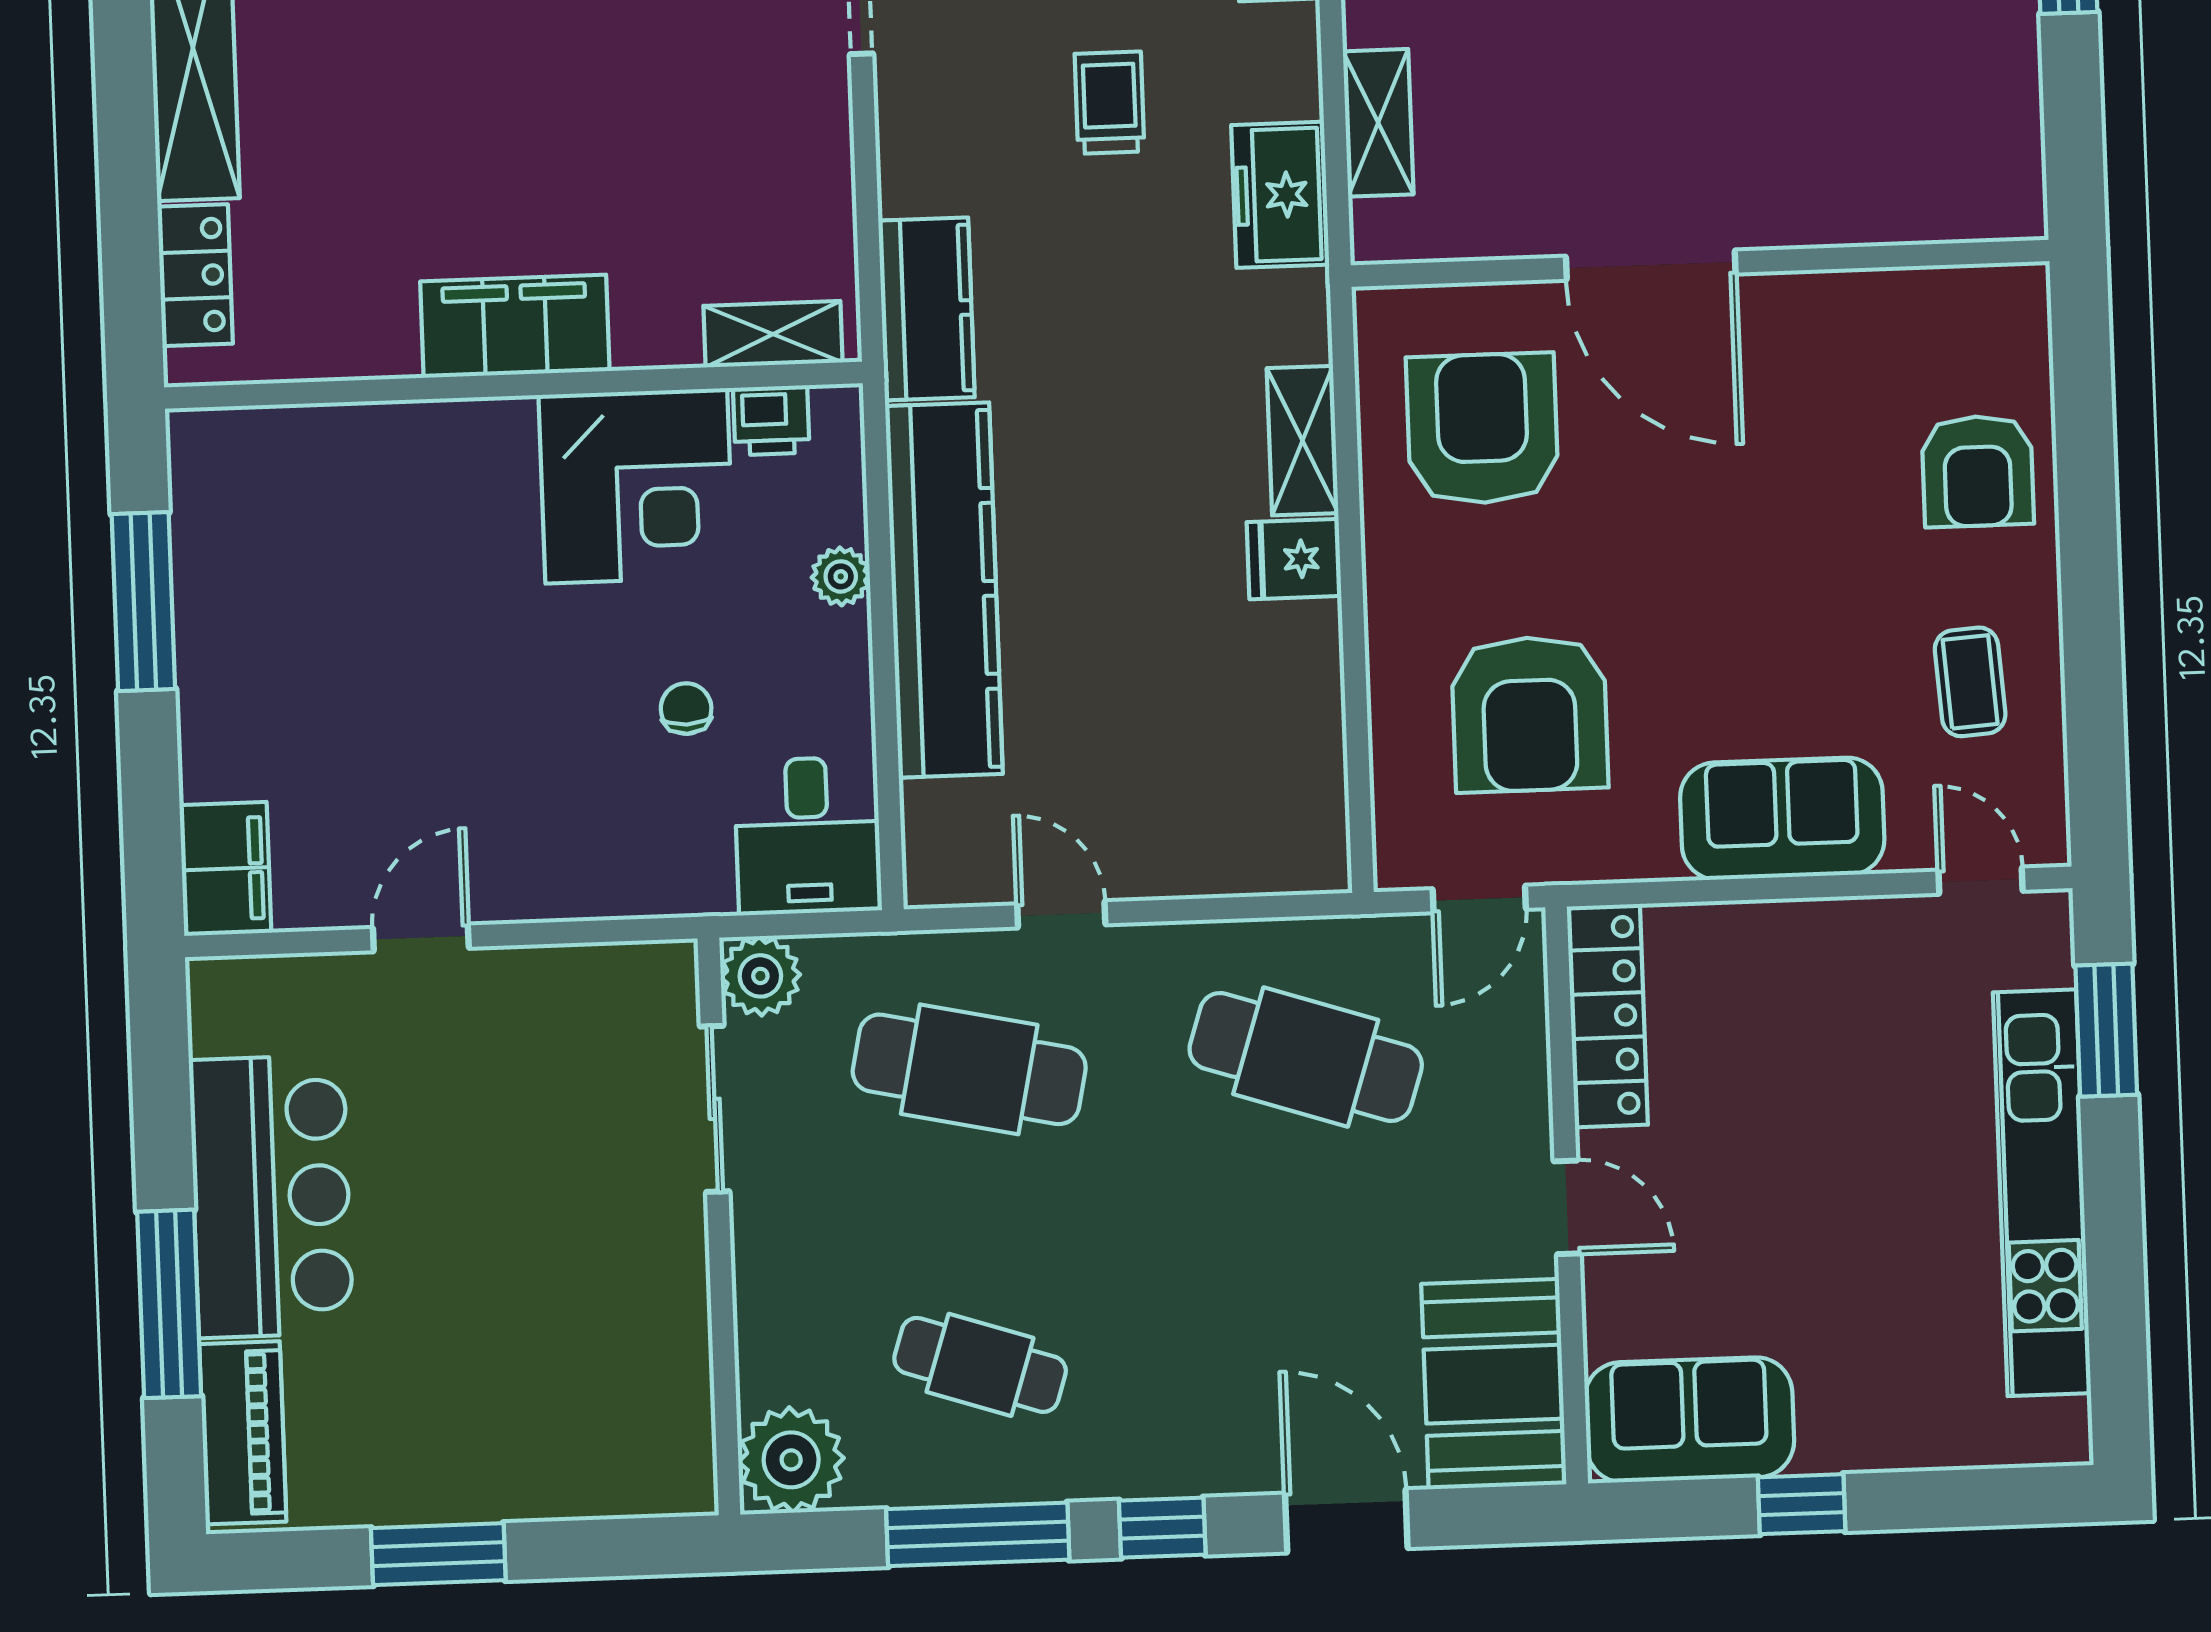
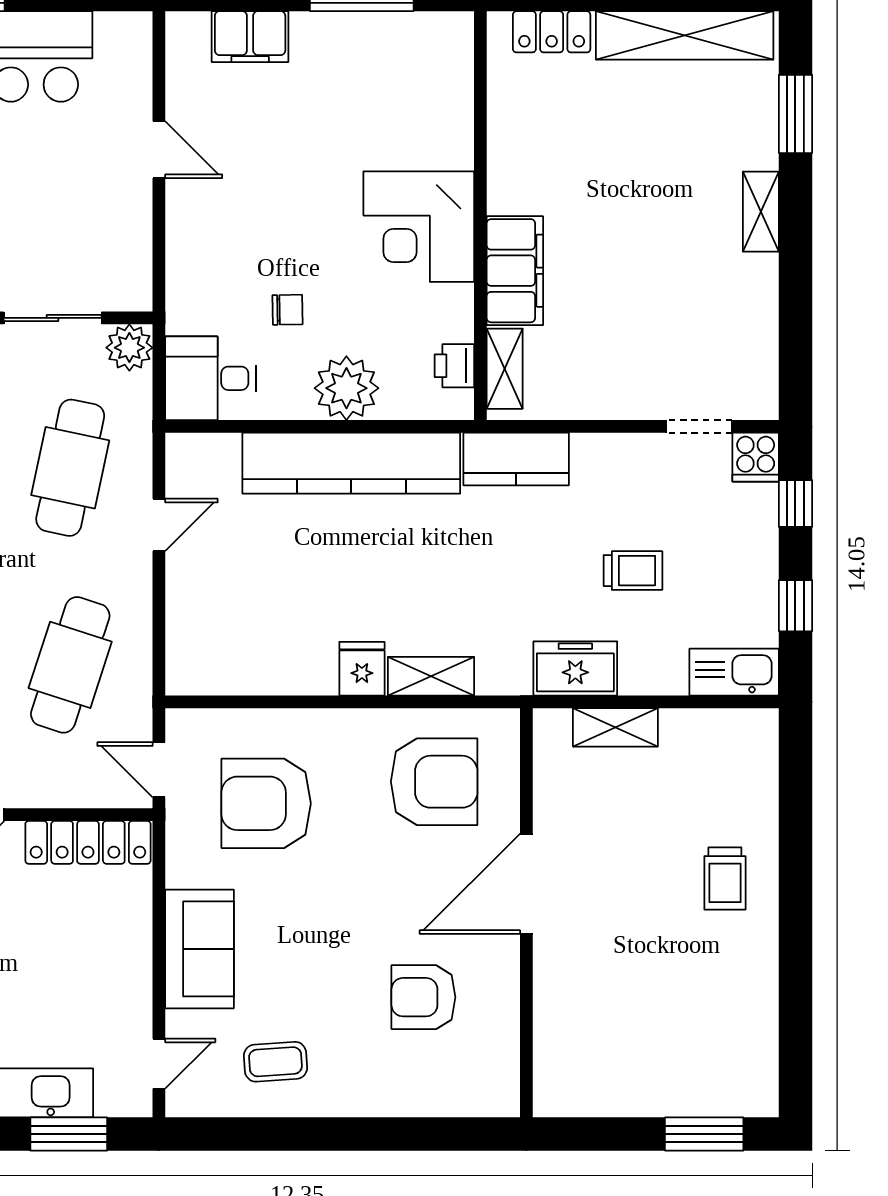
filing cabinet: (515, 326) -> (515, 271), moved
armchair: (1978, 471) -> (423, 997), moved
corner desk: (636, 486) -> (419, 227), moved
plant: (841, 576) -> (346, 388), width x1.87, depth x1.87
filing cabinet: (225, 869) -> (250, 37), moved

